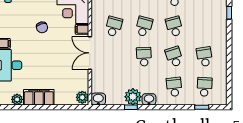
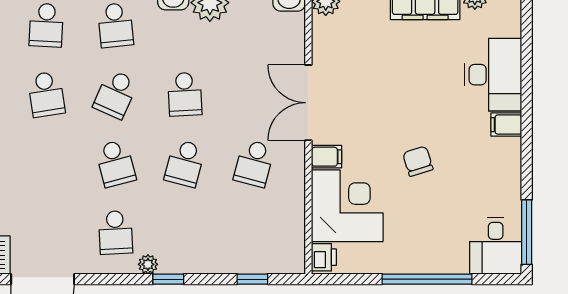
double door: (90, 53) -> (308, 103), swing flipped
school desk: (174, 57) -> (115, 94), turned 42

